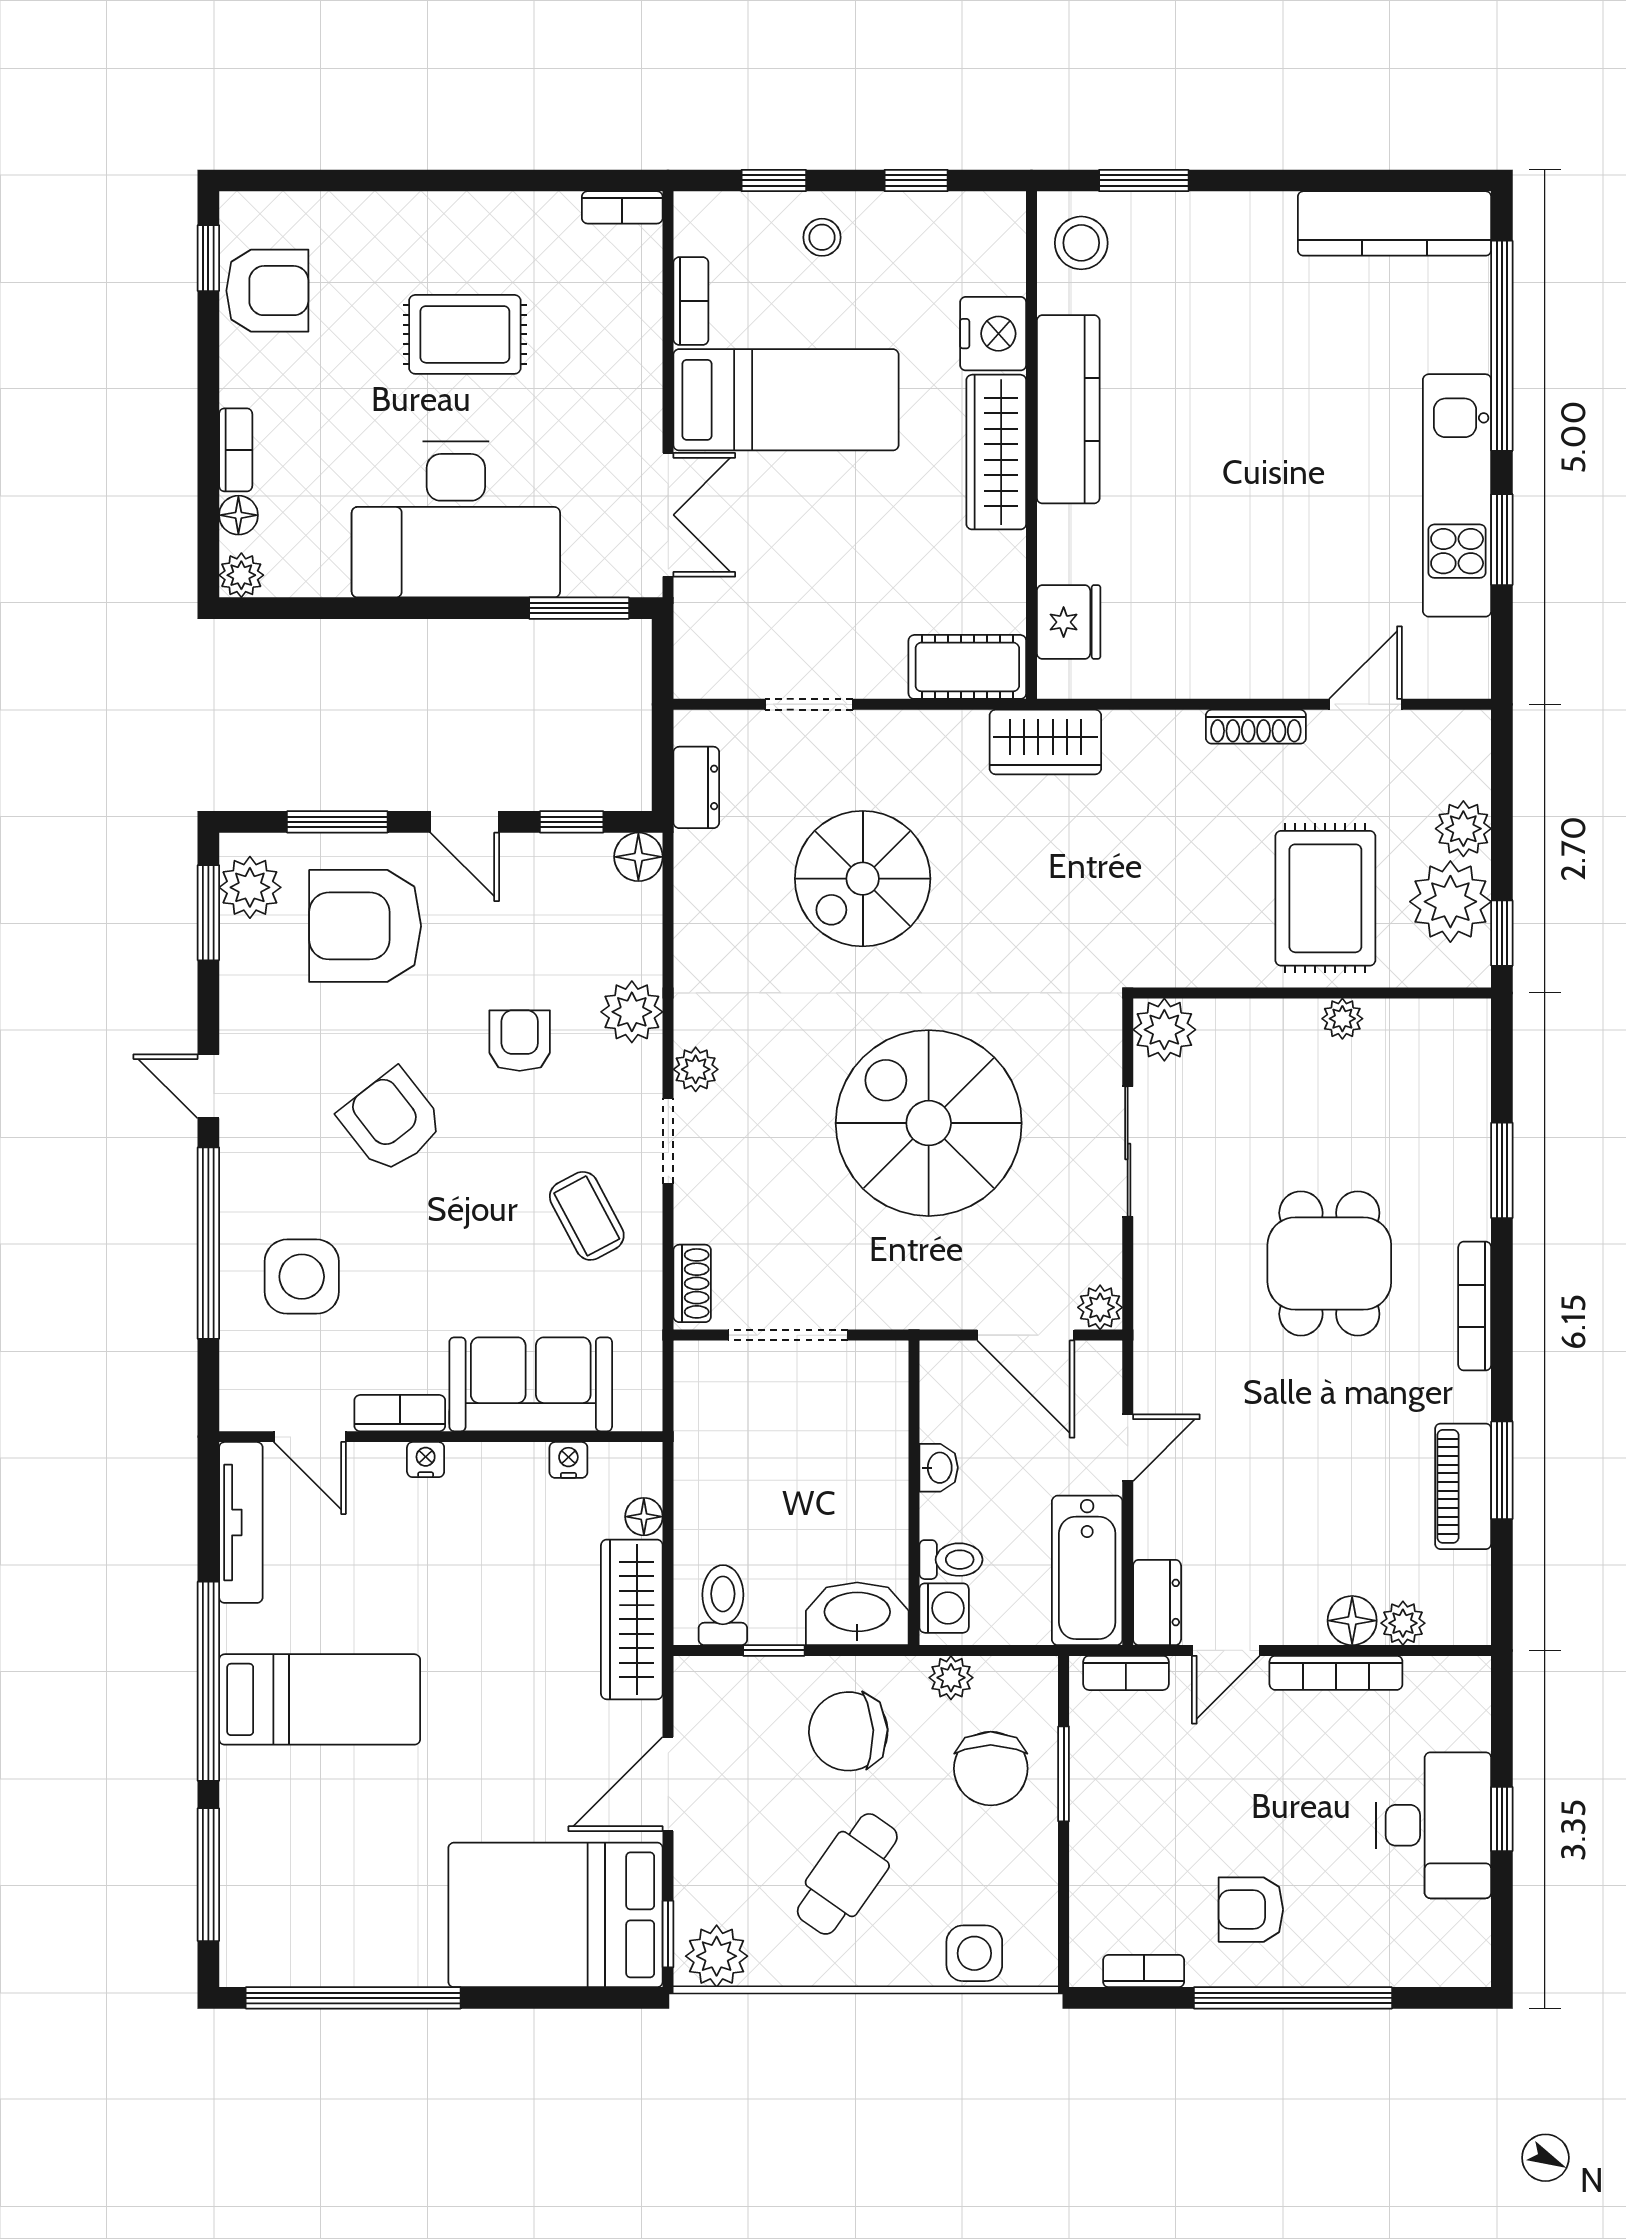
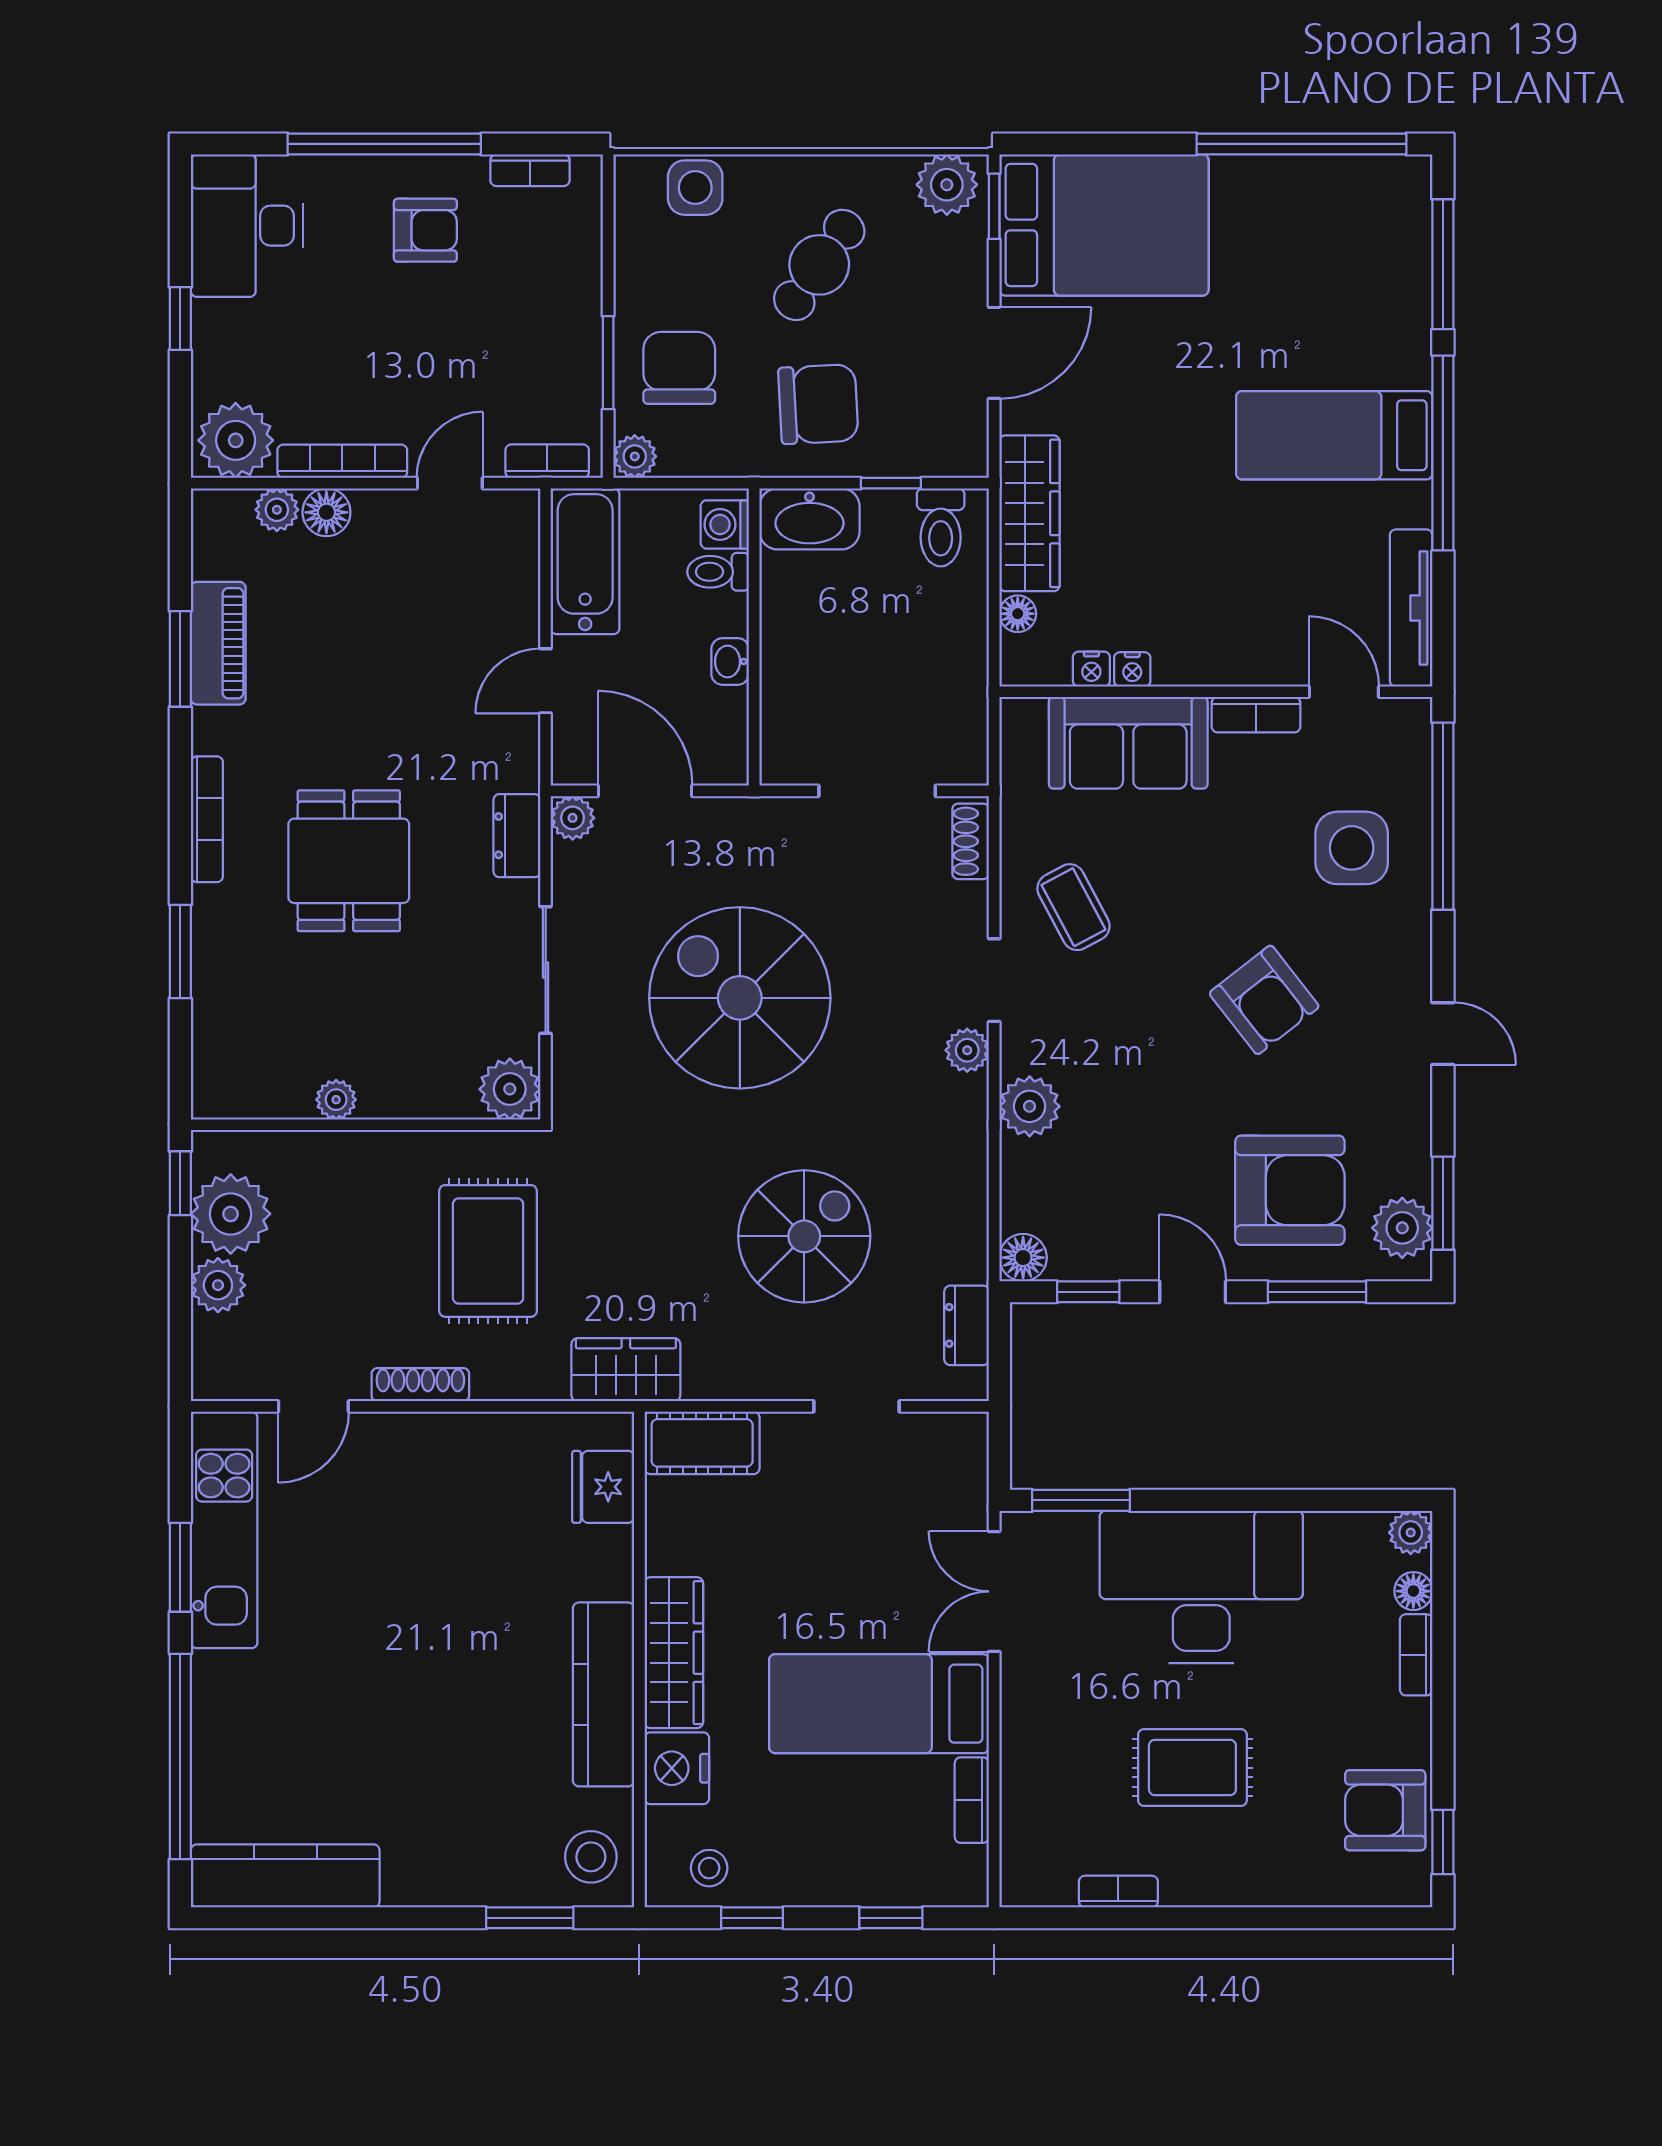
bookcase: (622, 207) -> (1118, 1891), moved
stool: (822, 237) -> (709, 1868), moved
kitchen unit: (1457, 495) -> (224, 1530), moved
rug: (1325, 898) -> (488, 1251), moved
armchair: (520, 1041) -> (1139, 1078), removed
spiral stairs: (929, 1123) -> (740, 998), turned 180
window: (208, 1243) -> (1443, 816), moved
nightstand: (426, 1460) -> (1132, 669), moved
dresser: (1157, 1602) -> (517, 836), moved
plant: (951, 1678) -> (635, 456), moved
plant: (1445, 1694) -> (236, 440), added
desk: (1434, 1825) -> (247, 226), moved

